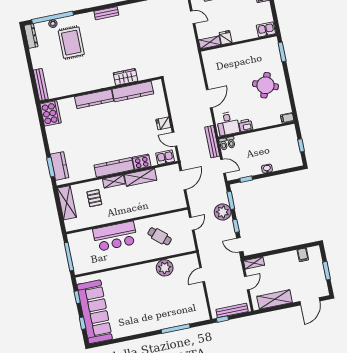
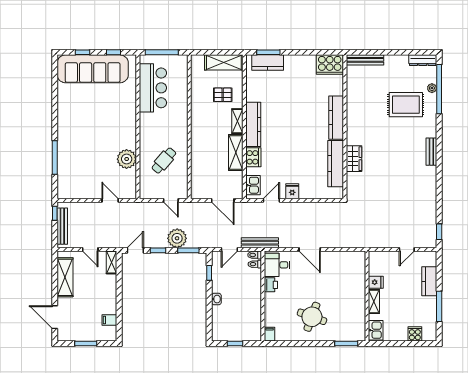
shelving: (210, 42) -> (374, 301), moved
bar counter: (115, 236) -> (153, 88), moved, turned 180

